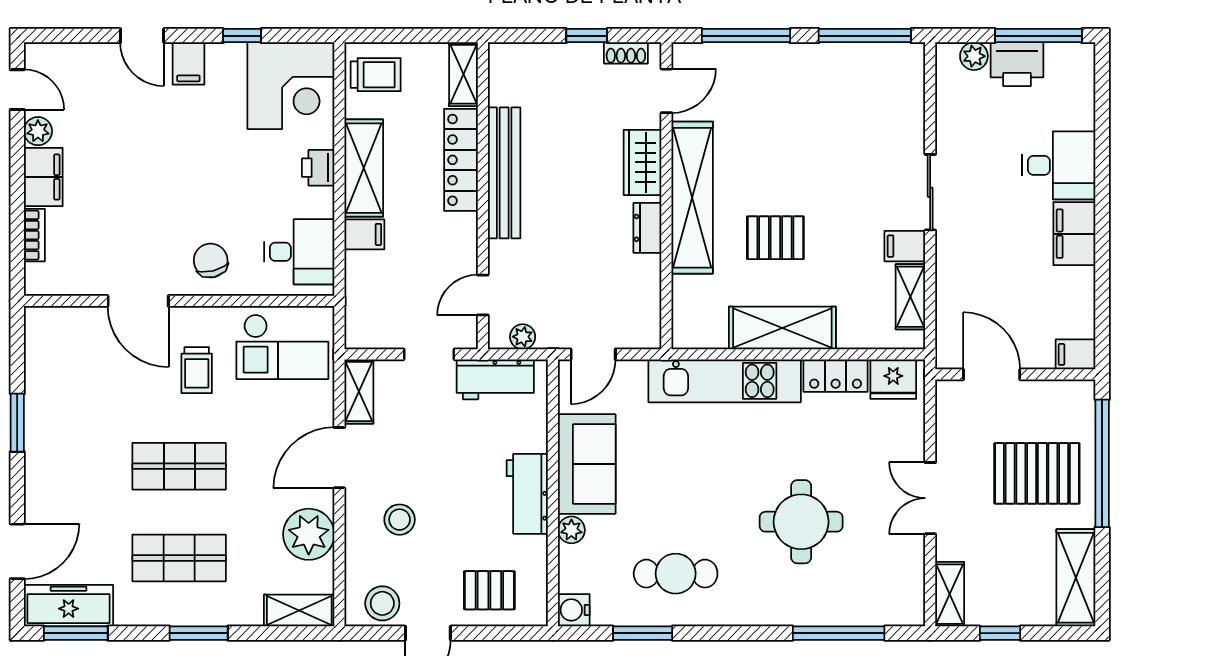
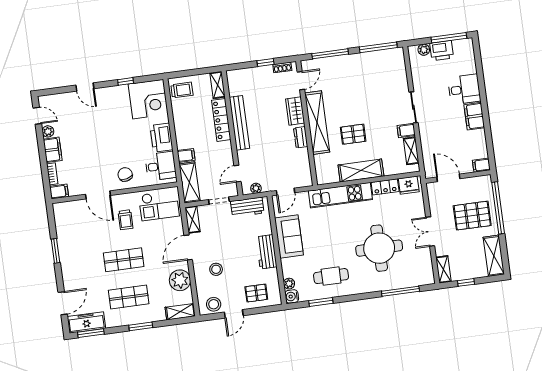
filing cabinet: (188, 63) -> (59, 191), moved, turned -90
printer: (318, 168) -> (161, 138), width x1.87, depth x1.48
shelving: (364, 168) -> (189, 182), moved
round table: (801, 522) -> (379, 248), width x1.36, depth x1.36
plant: (571, 530) -> (289, 284), moved

